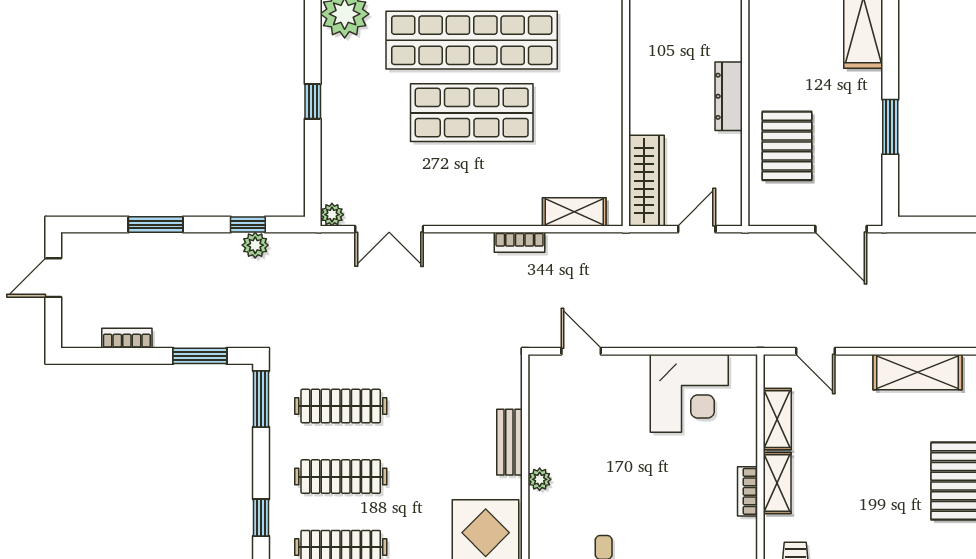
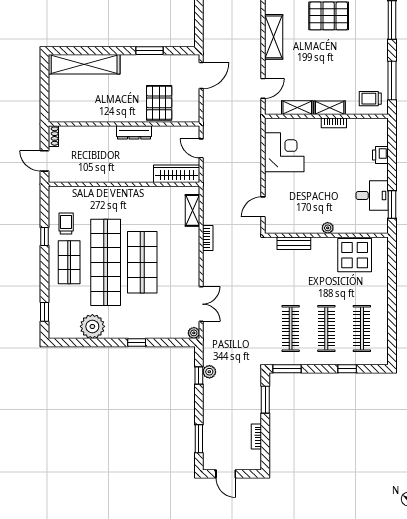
pallet: (787, 146) -> (159, 103), turned 90
window: (156, 225) -> (199, 439), moved
bench: (509, 442) -> (294, 243), moved

